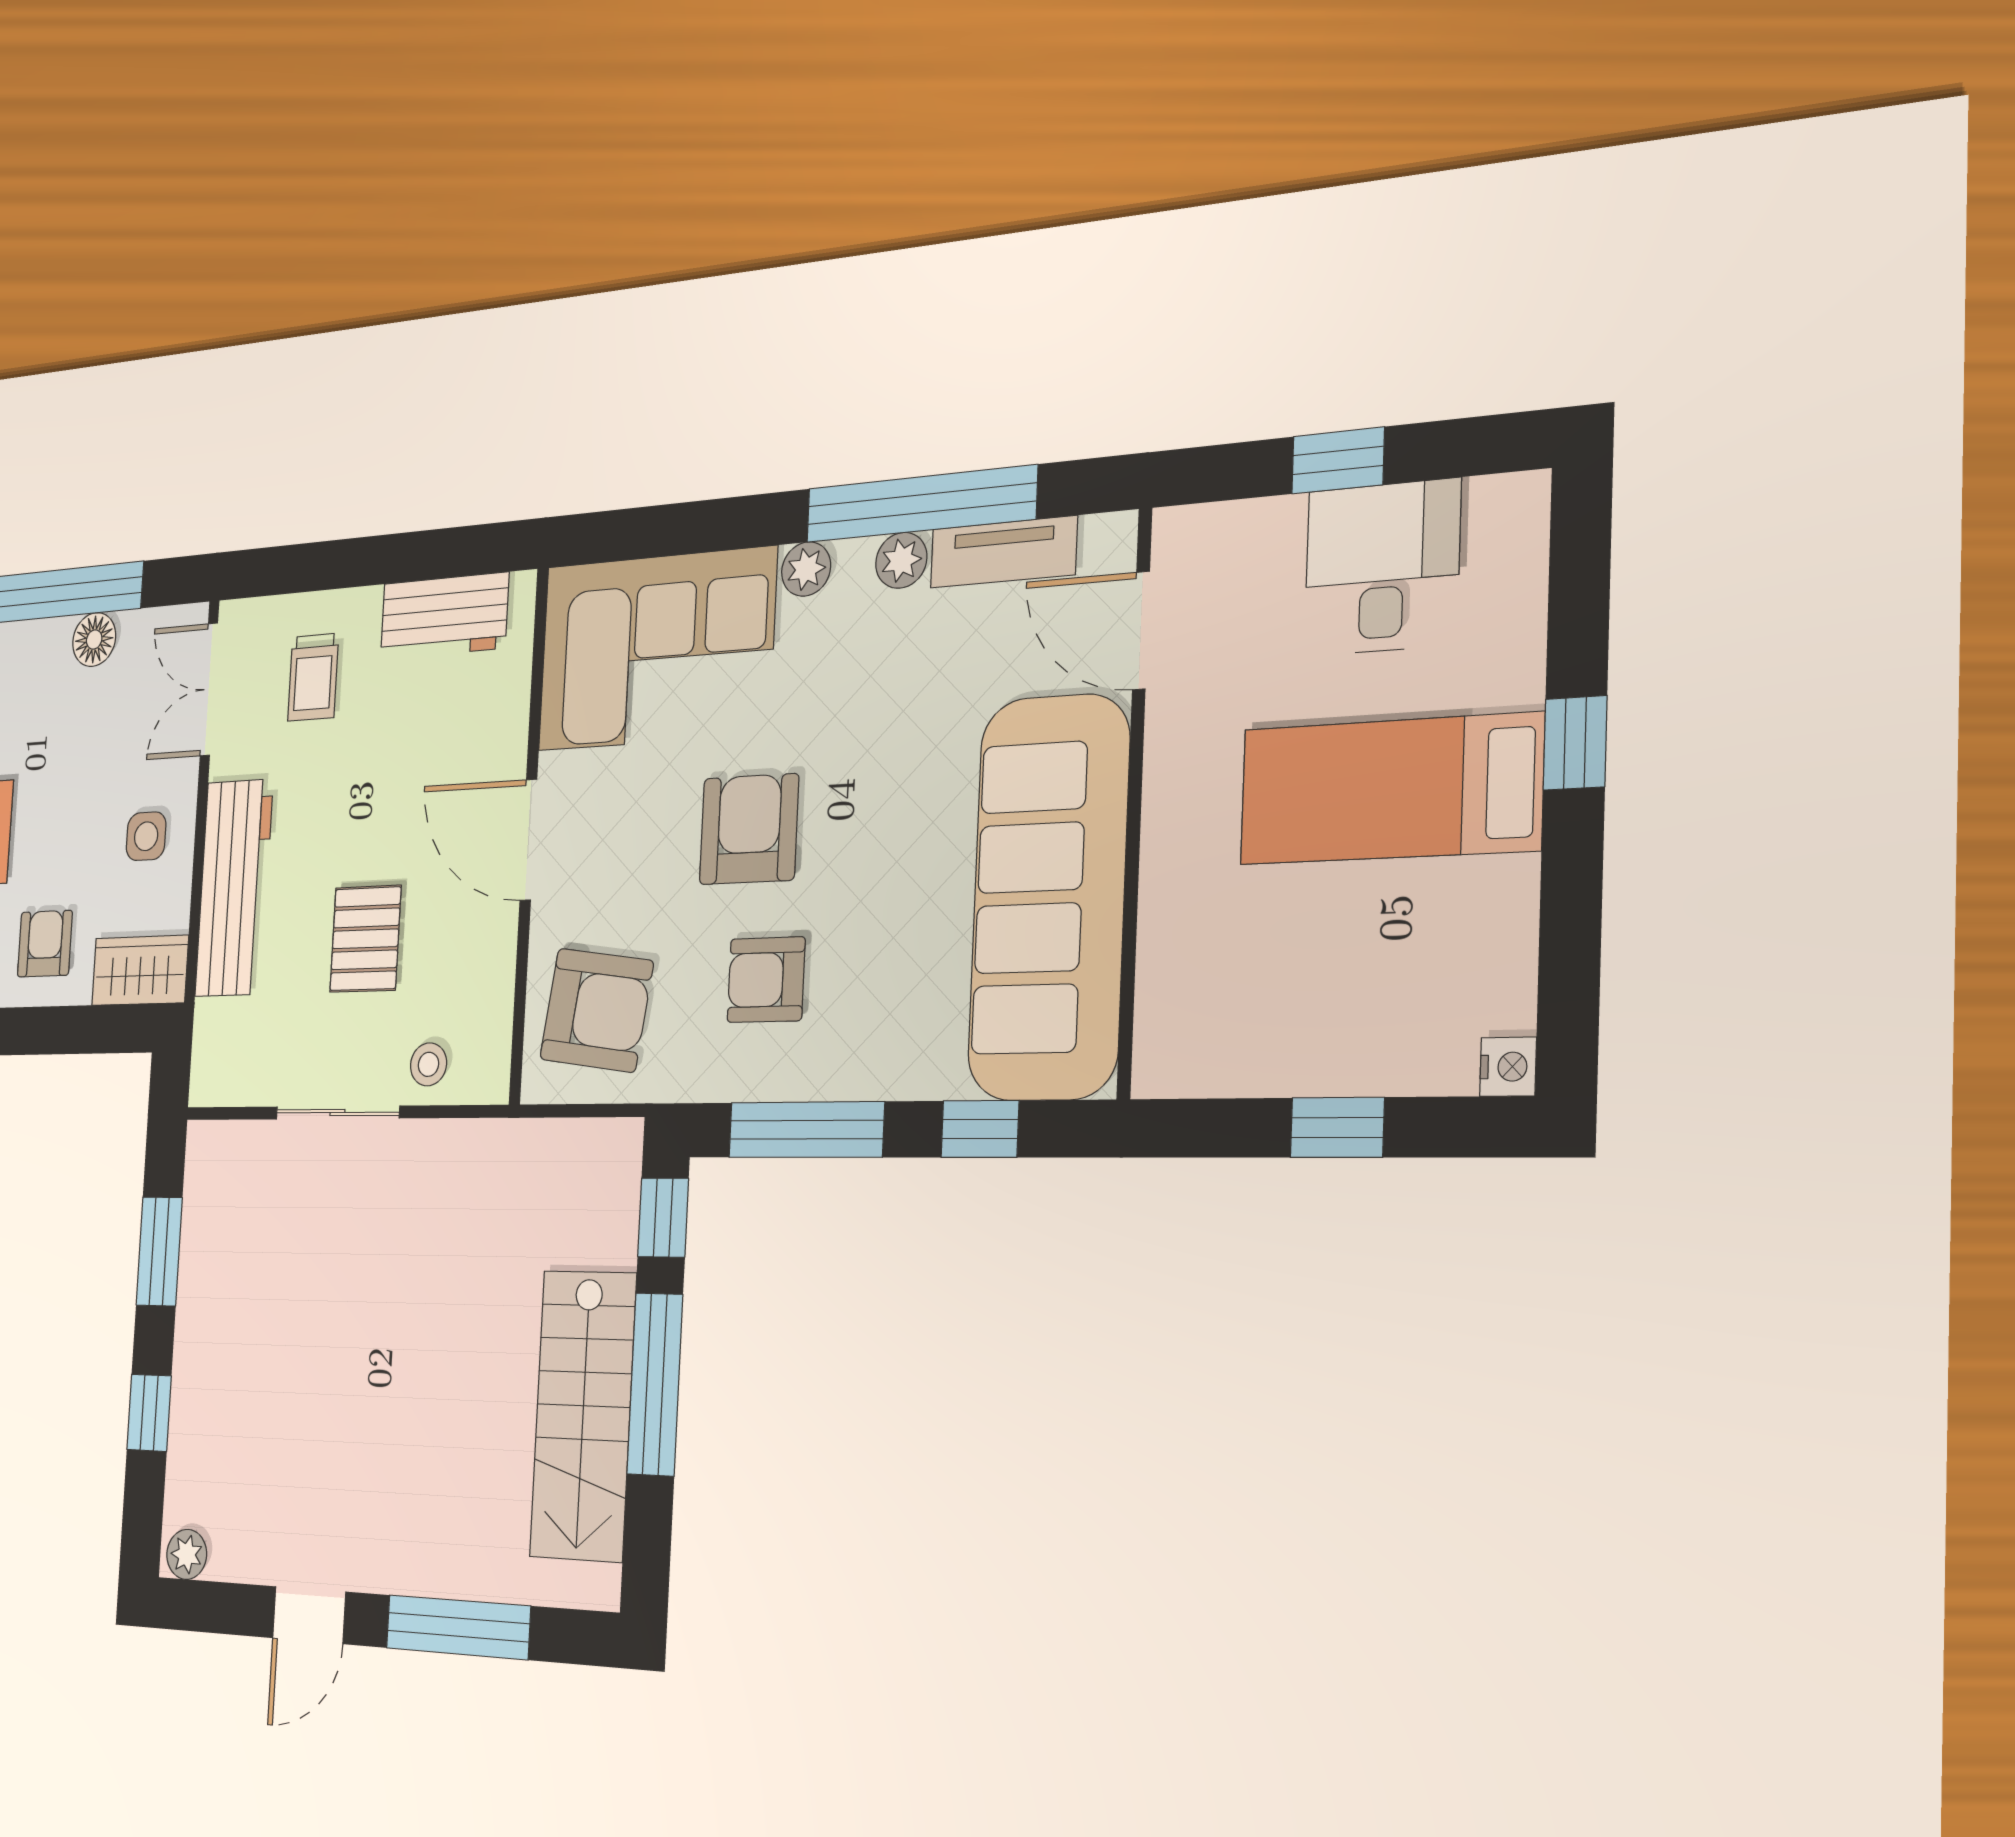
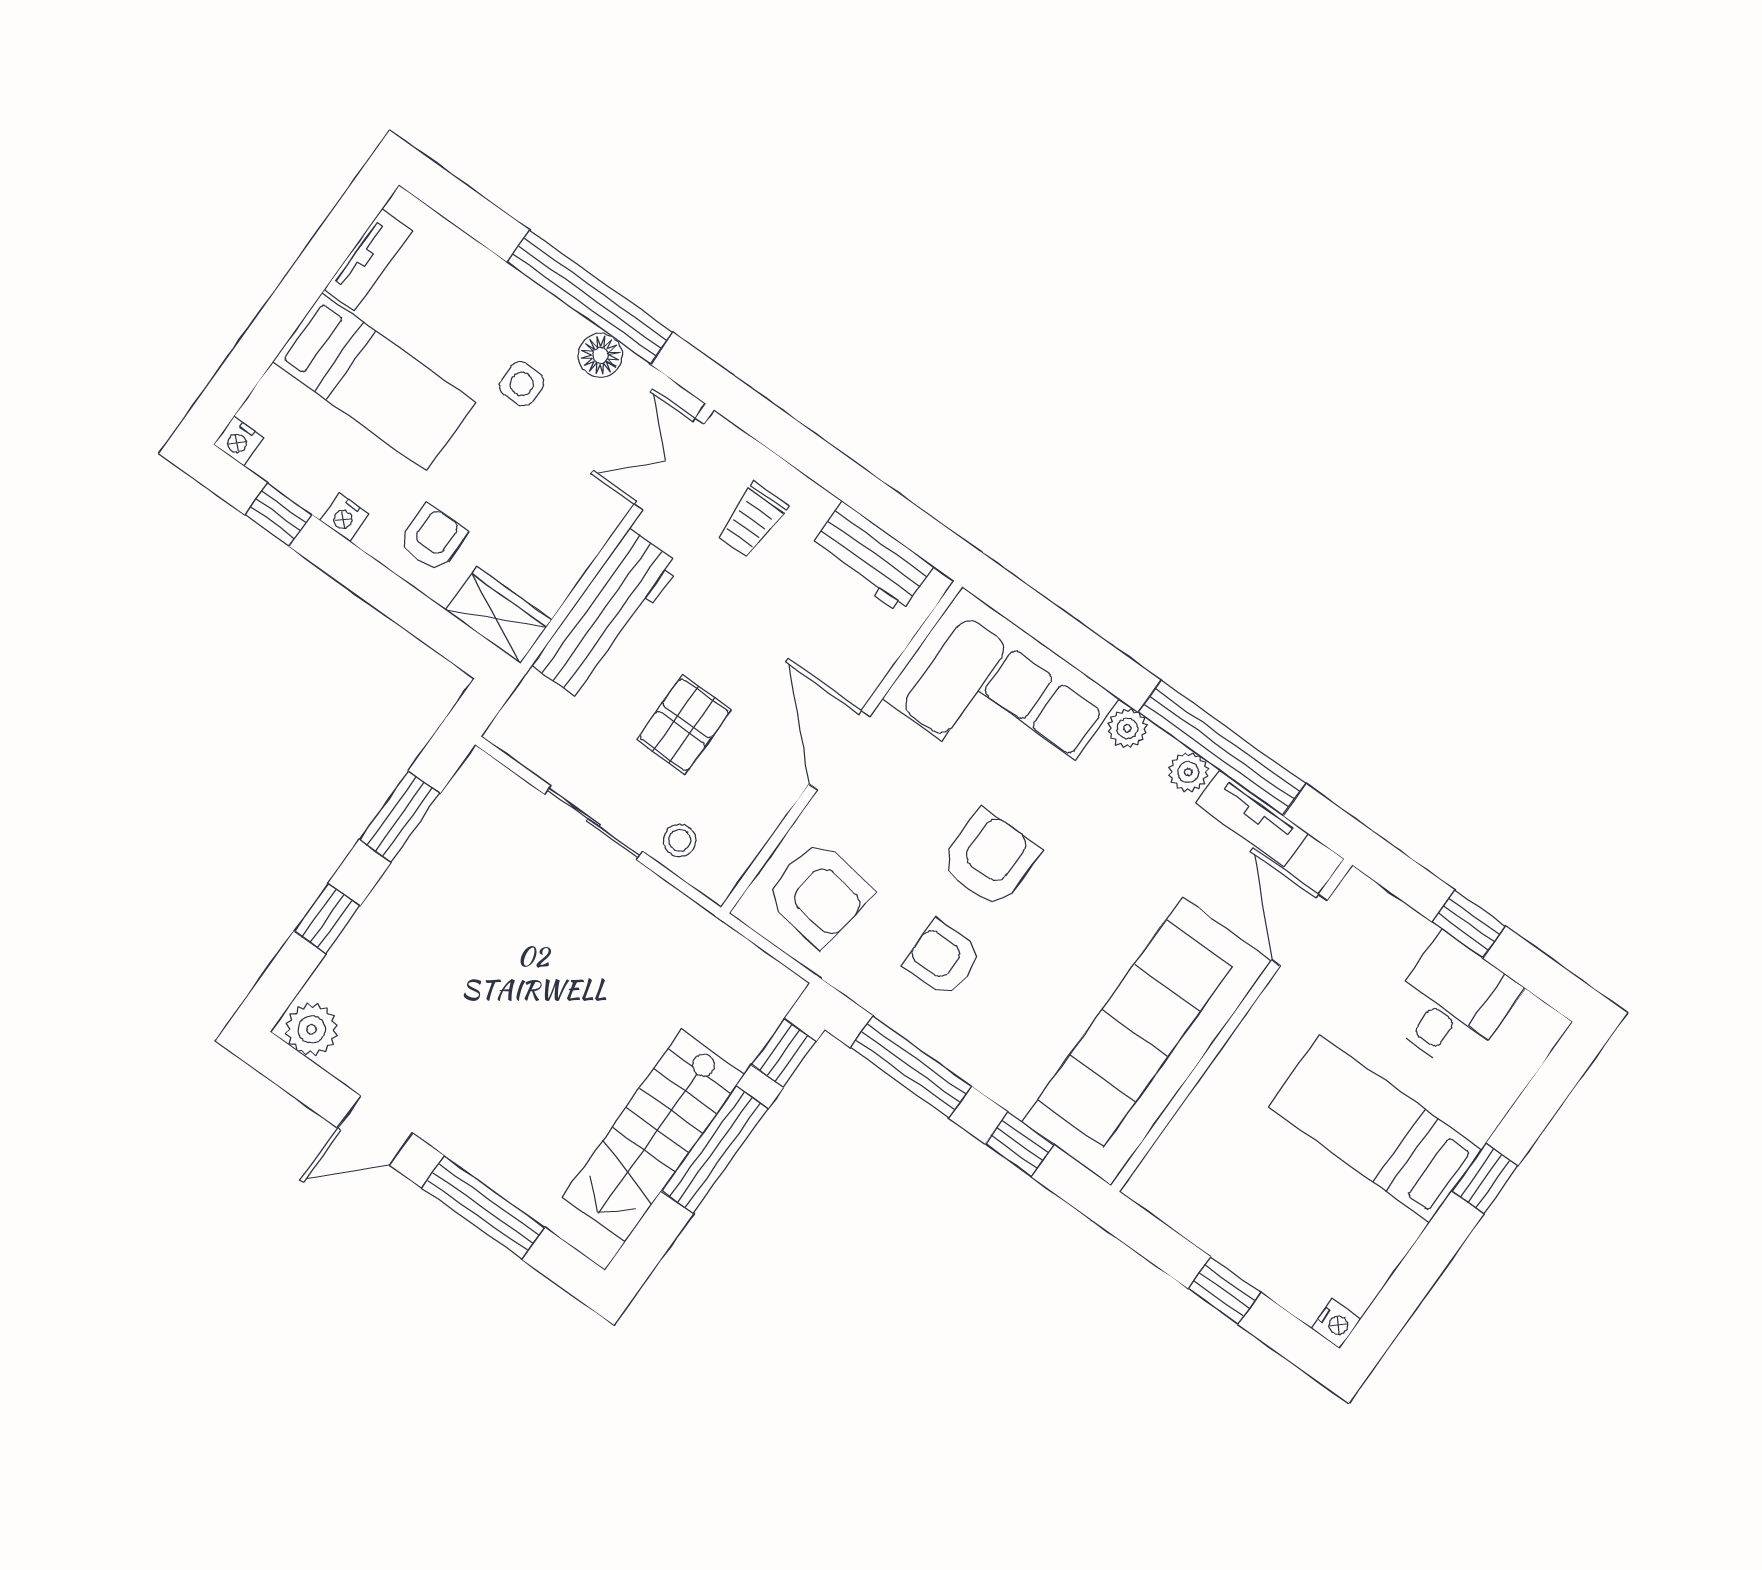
side table: (146, 836) -> (522, 384), moved
plant: (187, 1554) -> (312, 1029), width x1.38, depth x1.38

